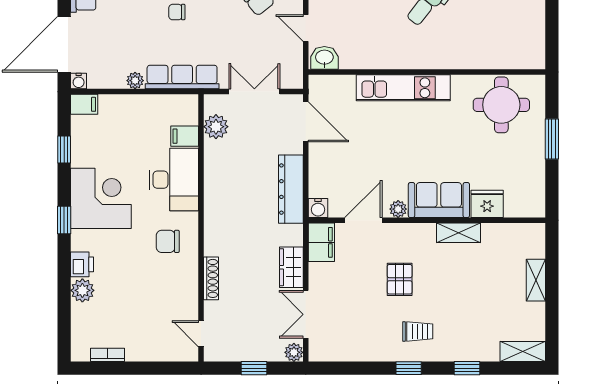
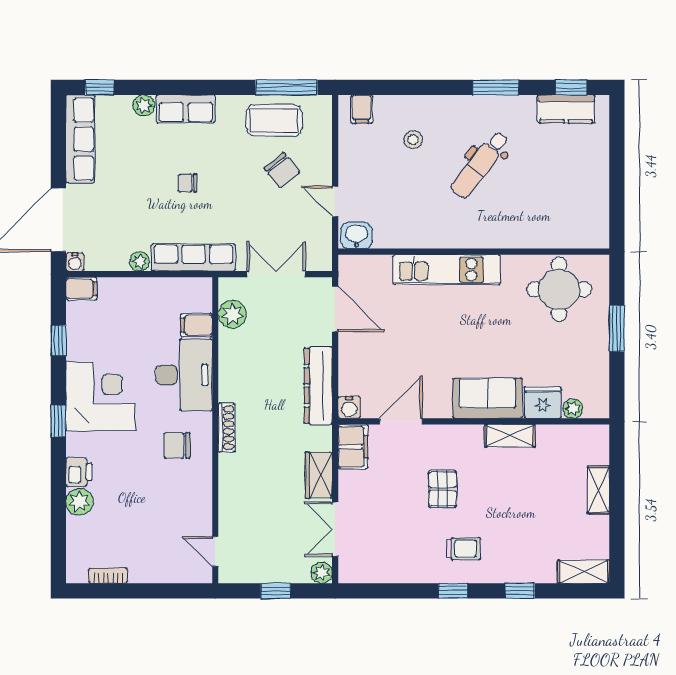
plant: (398, 209) -> (573, 409), moved
shoe rack: (211, 278) -> (227, 428), moved

